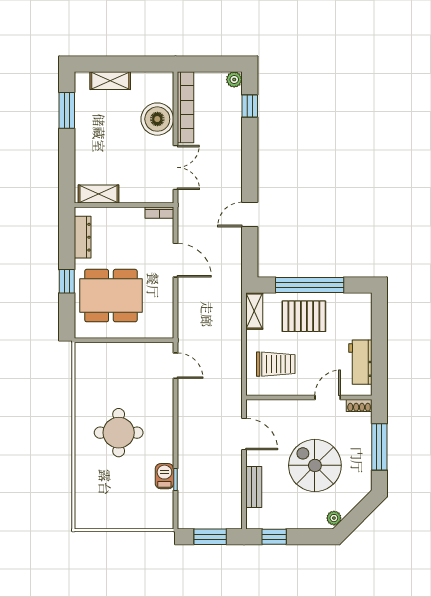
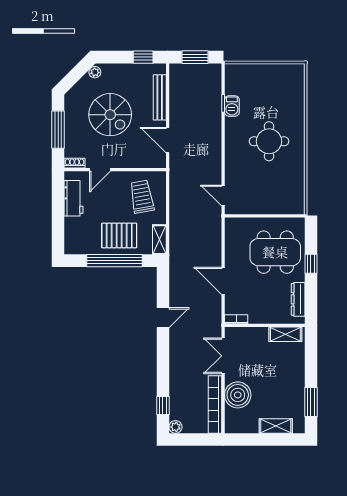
trolley: (276, 364) -> (142, 197), turned 80
bench: (254, 487) -> (160, 97), width x1.36

